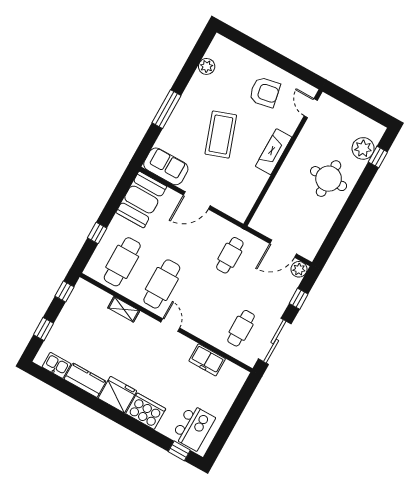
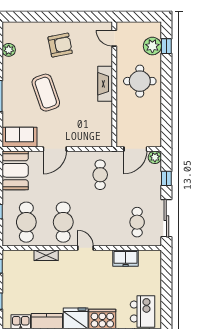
door: (311, 108) -> (114, 38), moved
fireplace: (274, 152) -> (105, 84), moved
wall: (283, 158) -> (114, 84), moved

